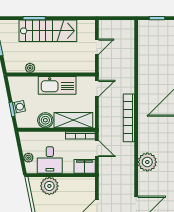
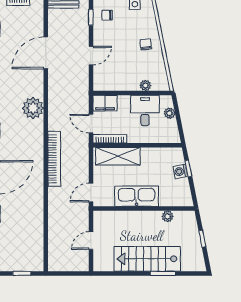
boiler: (45, 120) -> (150, 156), removed
plant: (49, 186) -> (145, 85), width x0.53, depth x0.53

